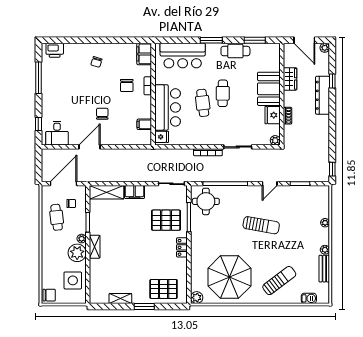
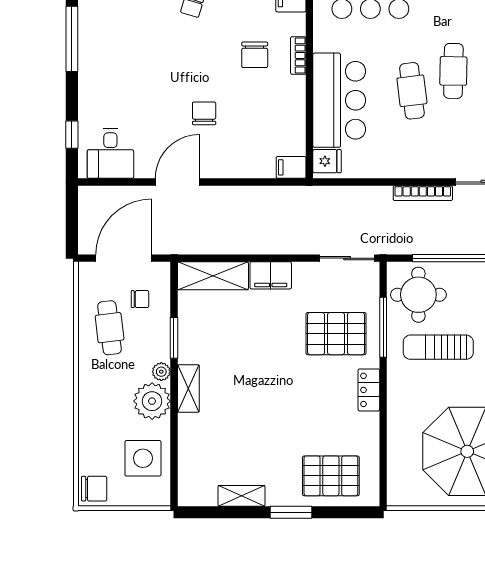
filing cabinet: (144, 124) -> (291, 167), moved
sun lounger: (215, 227) -> (438, 347), added
plant: (197, 298) -> (399, 494), removed

